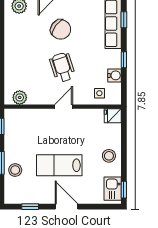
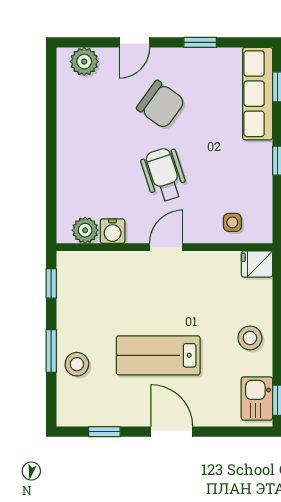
water cooler: (115, 75) -> (113, 231), moved, turned 90

